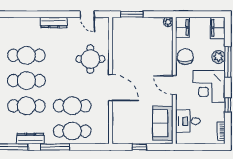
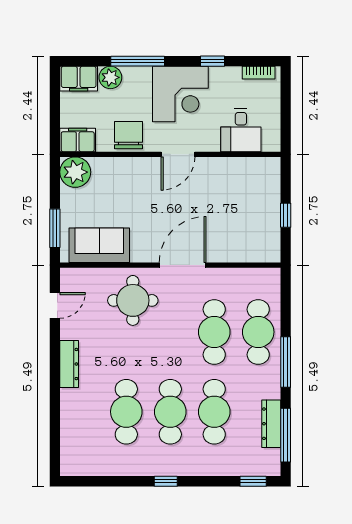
plant: (168, 22) -> (75, 172), width x1.88, depth x1.88
chair: (185, 57) -> (128, 135), turned 90
plant: (218, 57) -> (110, 77), moved
sofa: (163, 123) -> (99, 245), moved, turned 180
dresser: (30, 139) -> (271, 424), moved

